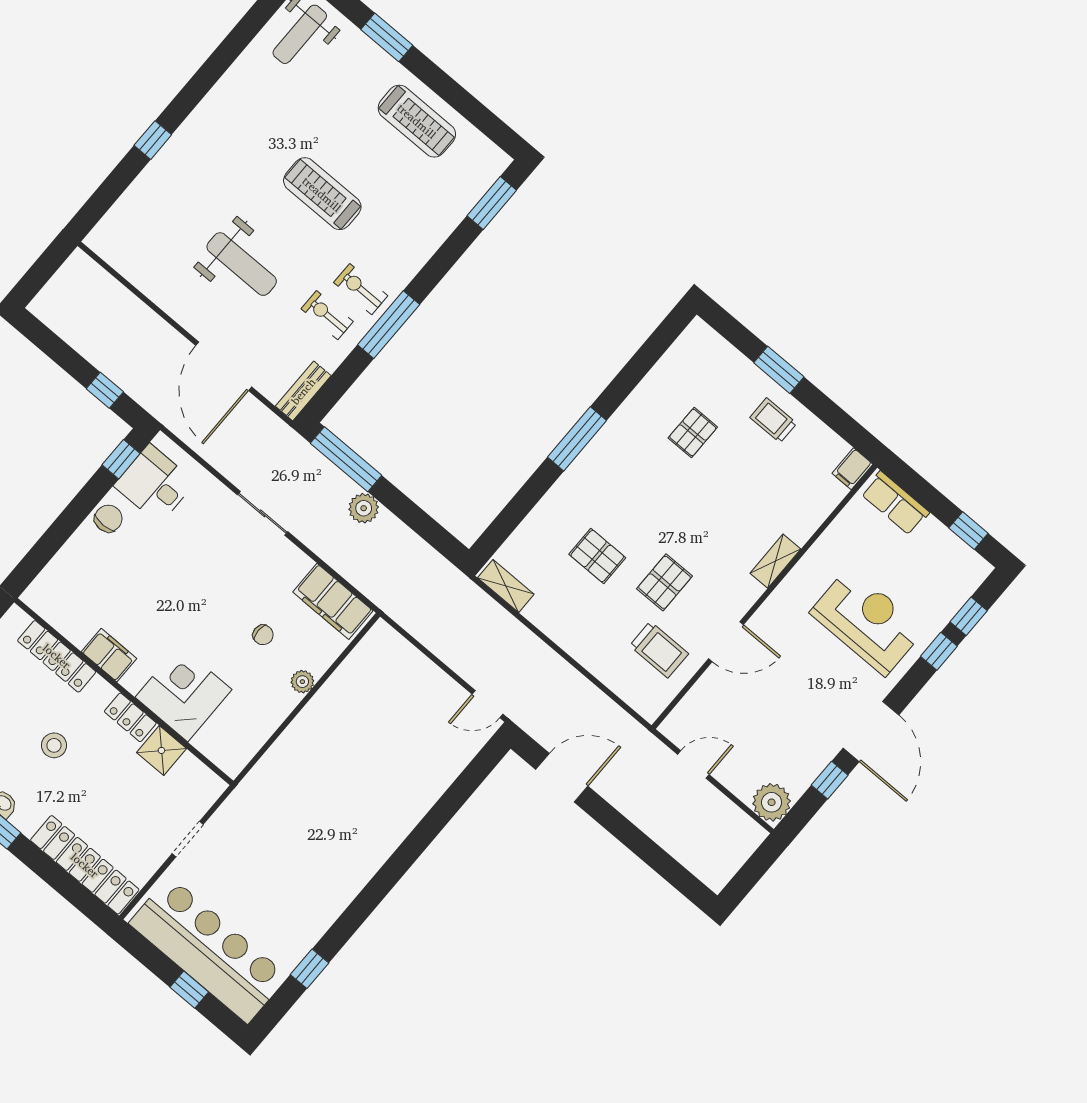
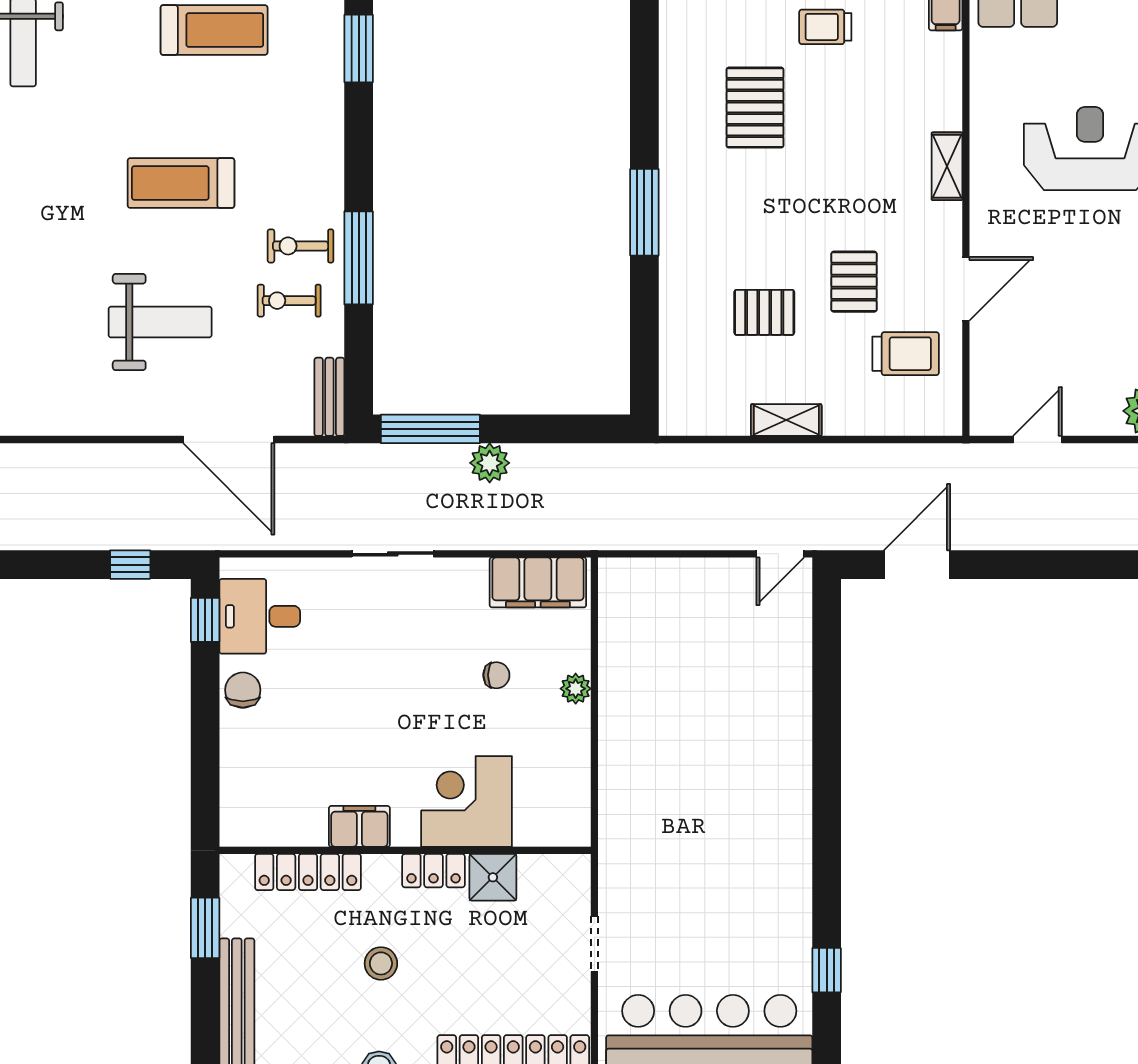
pallet: (693, 433) -> (755, 108), width x1.50, depth x1.42
shelving: (506, 586) -> (786, 420), moved

